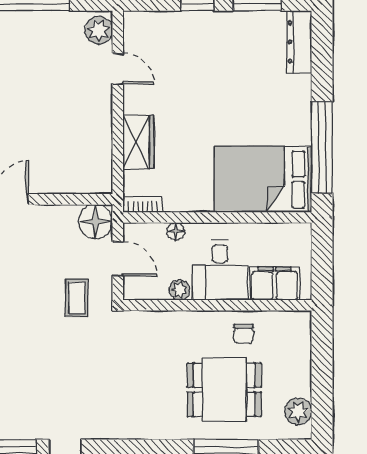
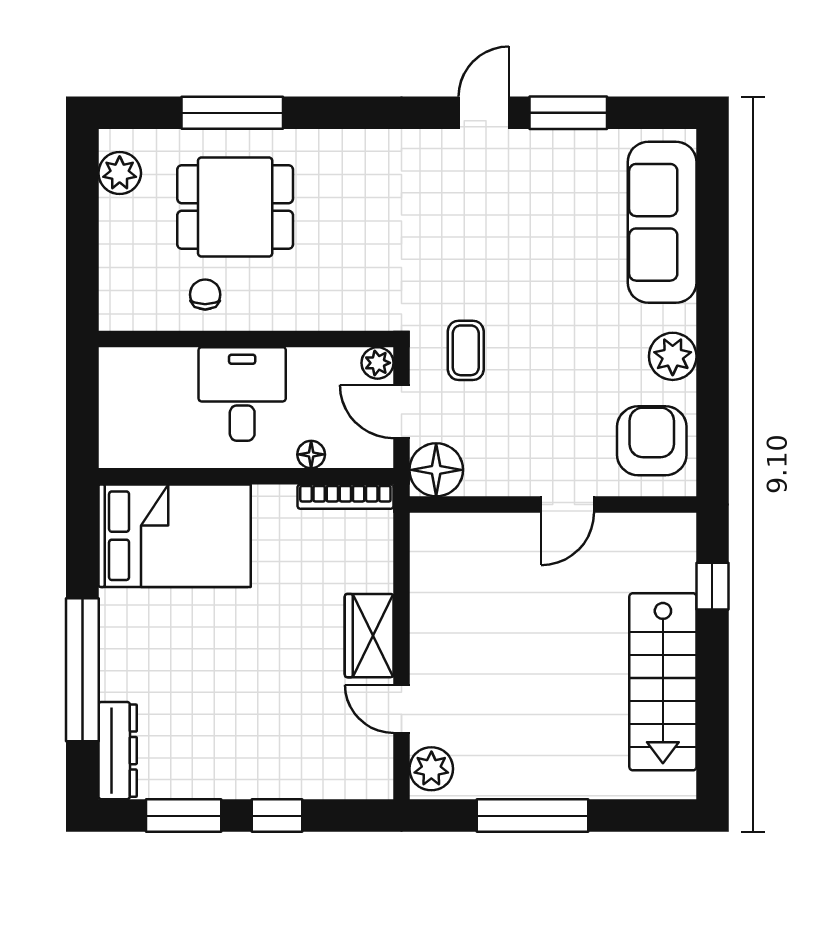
wardrobe: (138, 142) -> (369, 636), moved
window: (322, 147) -> (82, 670), moved
bookcase: (143, 204) -> (345, 497), width x1.56
filing cabinet: (275, 284) -> (157, 373), removed
plant: (180, 290) -> (378, 363), moved

